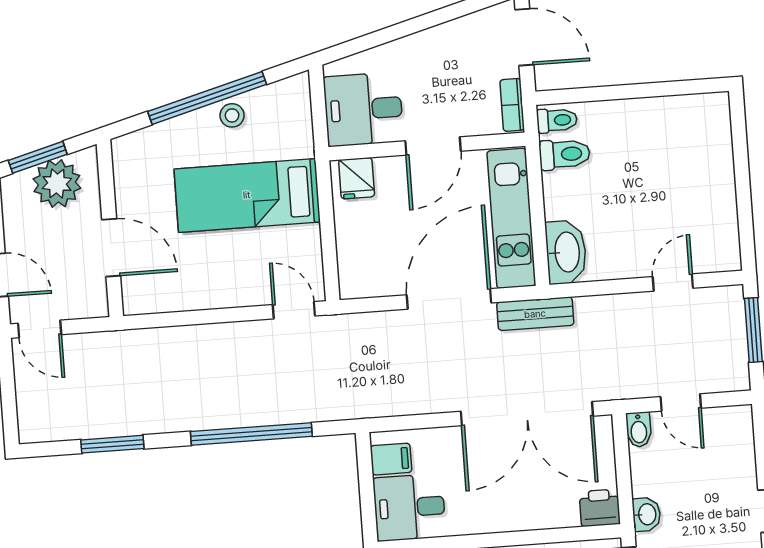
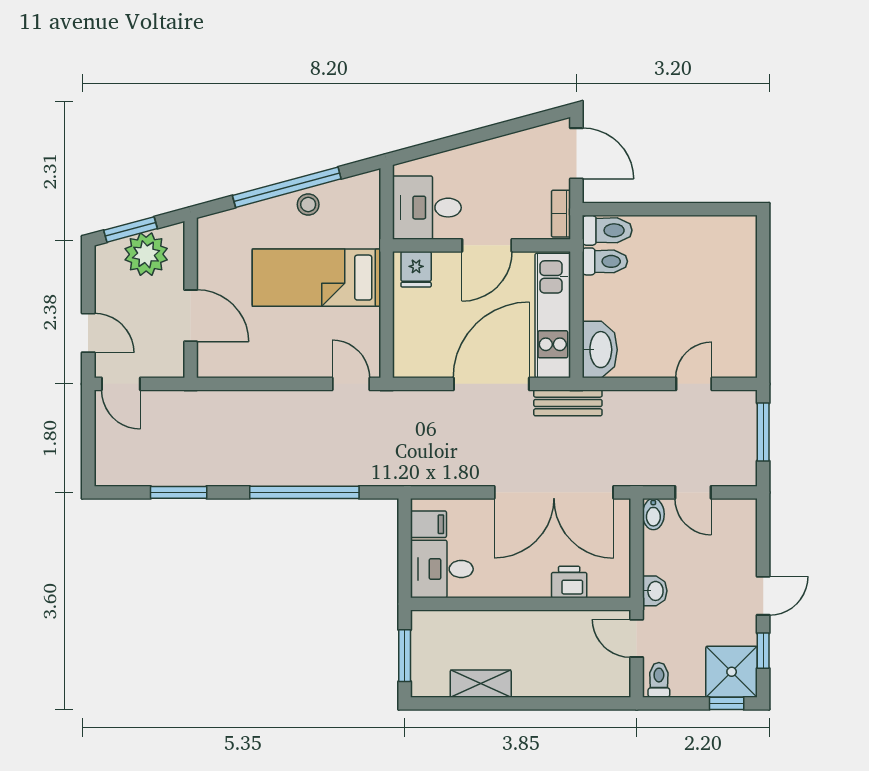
toilet: (557, 120) -> (607, 230), width x1.37, depth x1.39
printer: (600, 508) -> (569, 582), moved

